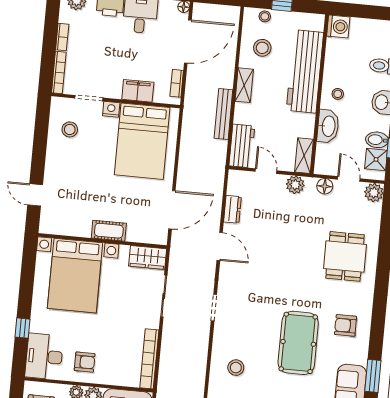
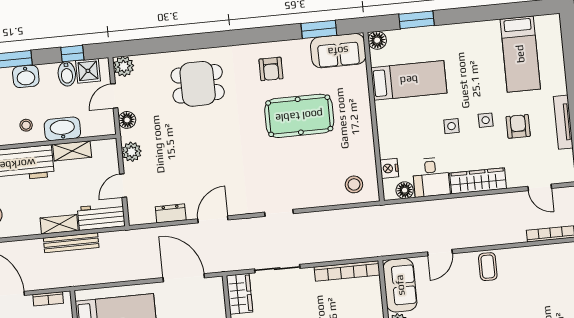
shelving: (244, 85) -> (59, 224), moved
shelving: (304, 156) -> (72, 151), moved
stool: (236, 368) -> (354, 184), moved

